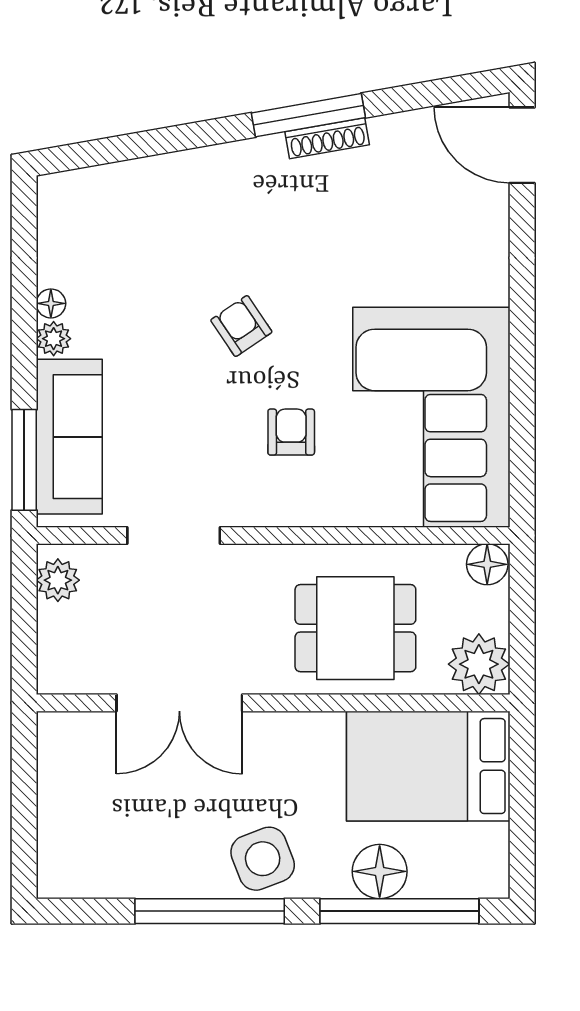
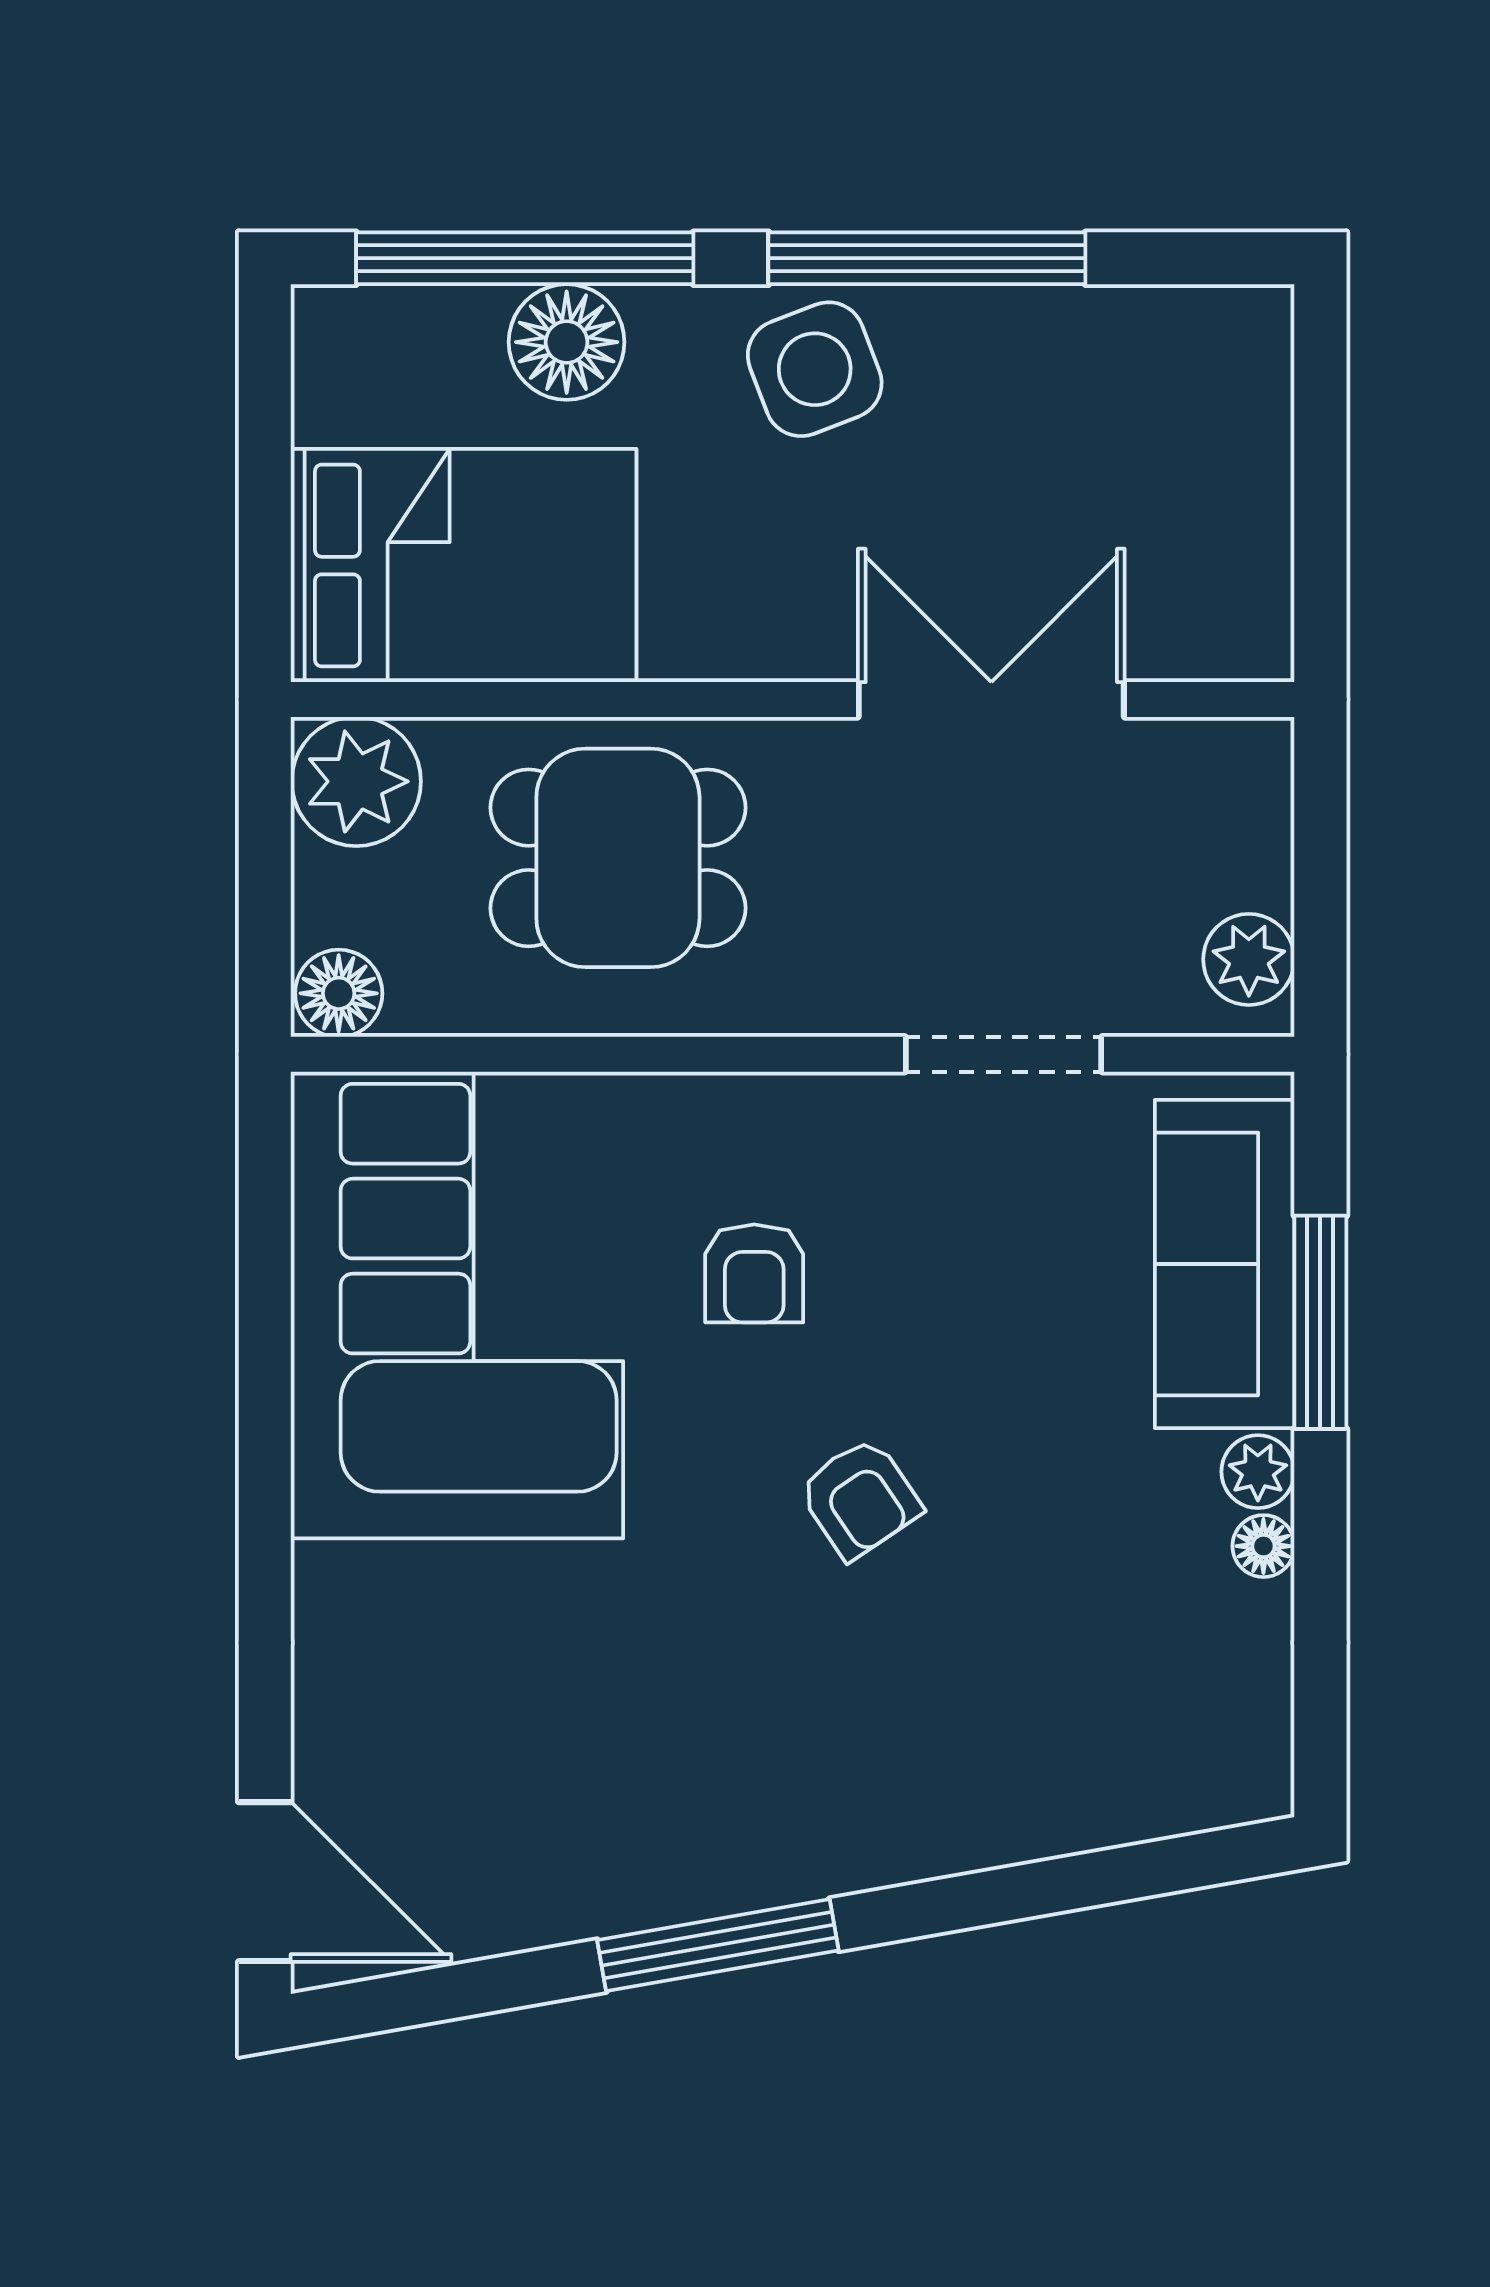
shoe rack: (327, 138) -> (678, 1896), removed
window: (24, 460) -> (1320, 1322), moved

